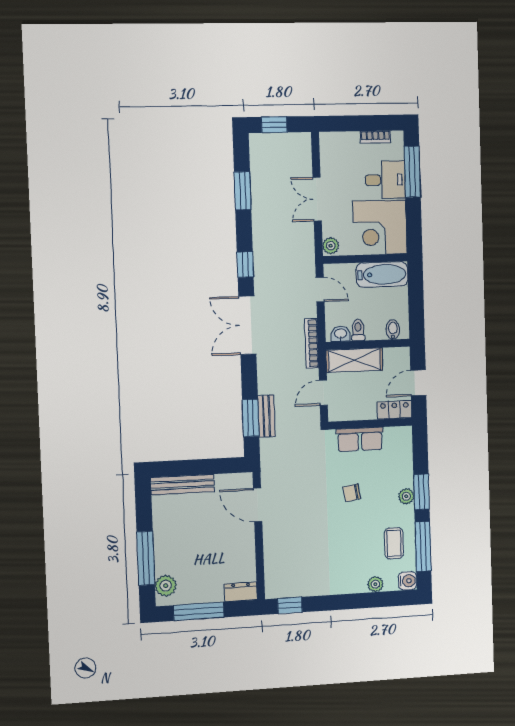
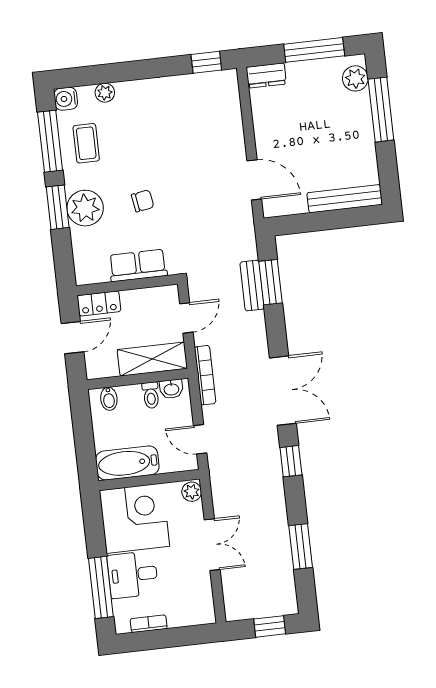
plant: (406, 496) -> (85, 208), width x1.88, depth x1.88

